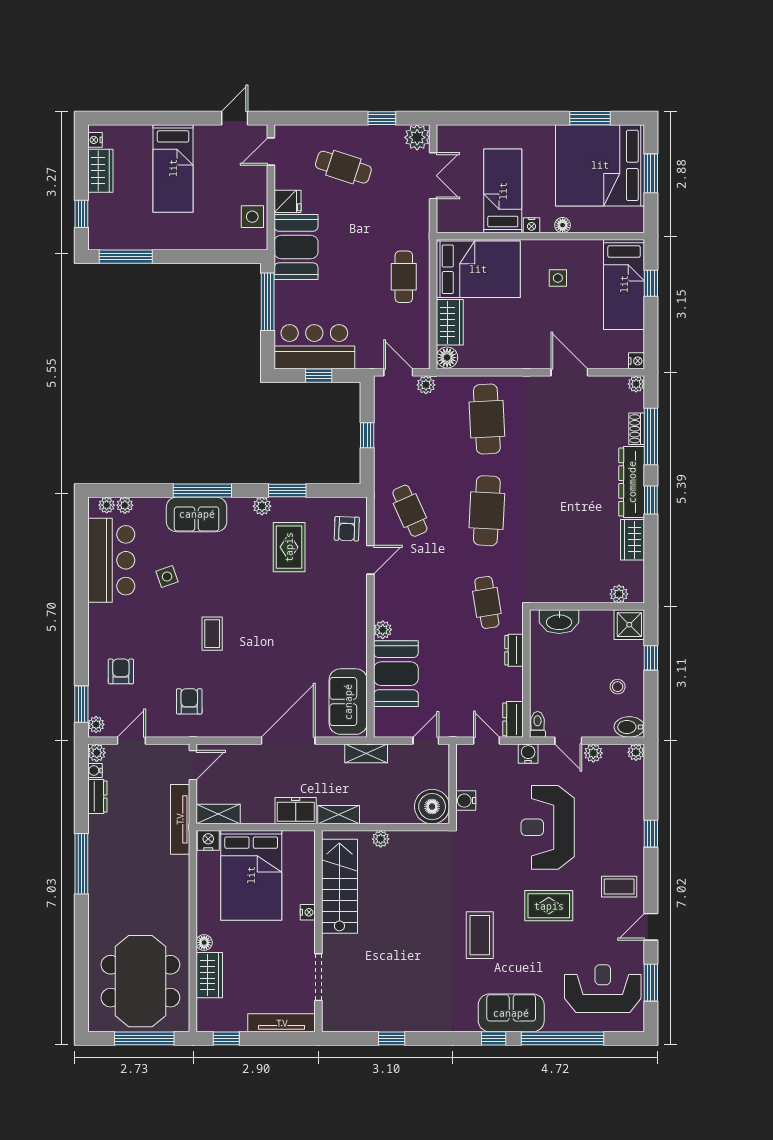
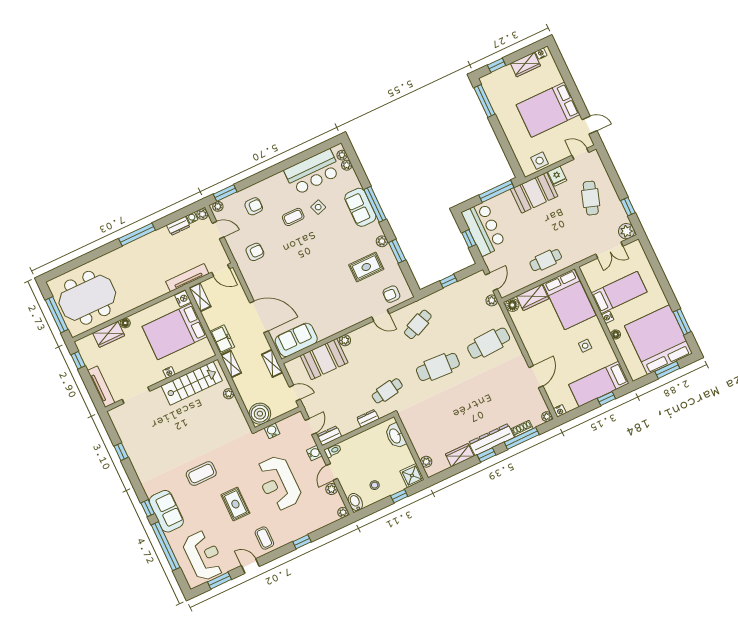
bed: (173, 168) -> (548, 110), width x1.50
coffee table: (212, 634) -> (293, 217), moved
reception desk: (548, 827) -> (279, 483), turned -90

